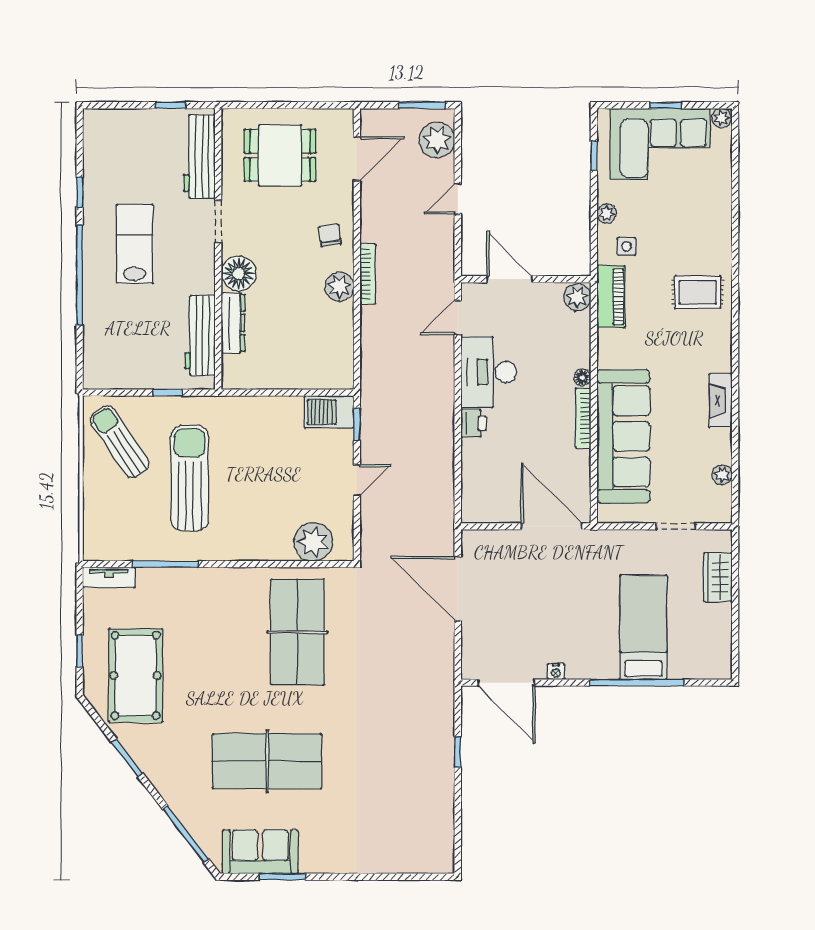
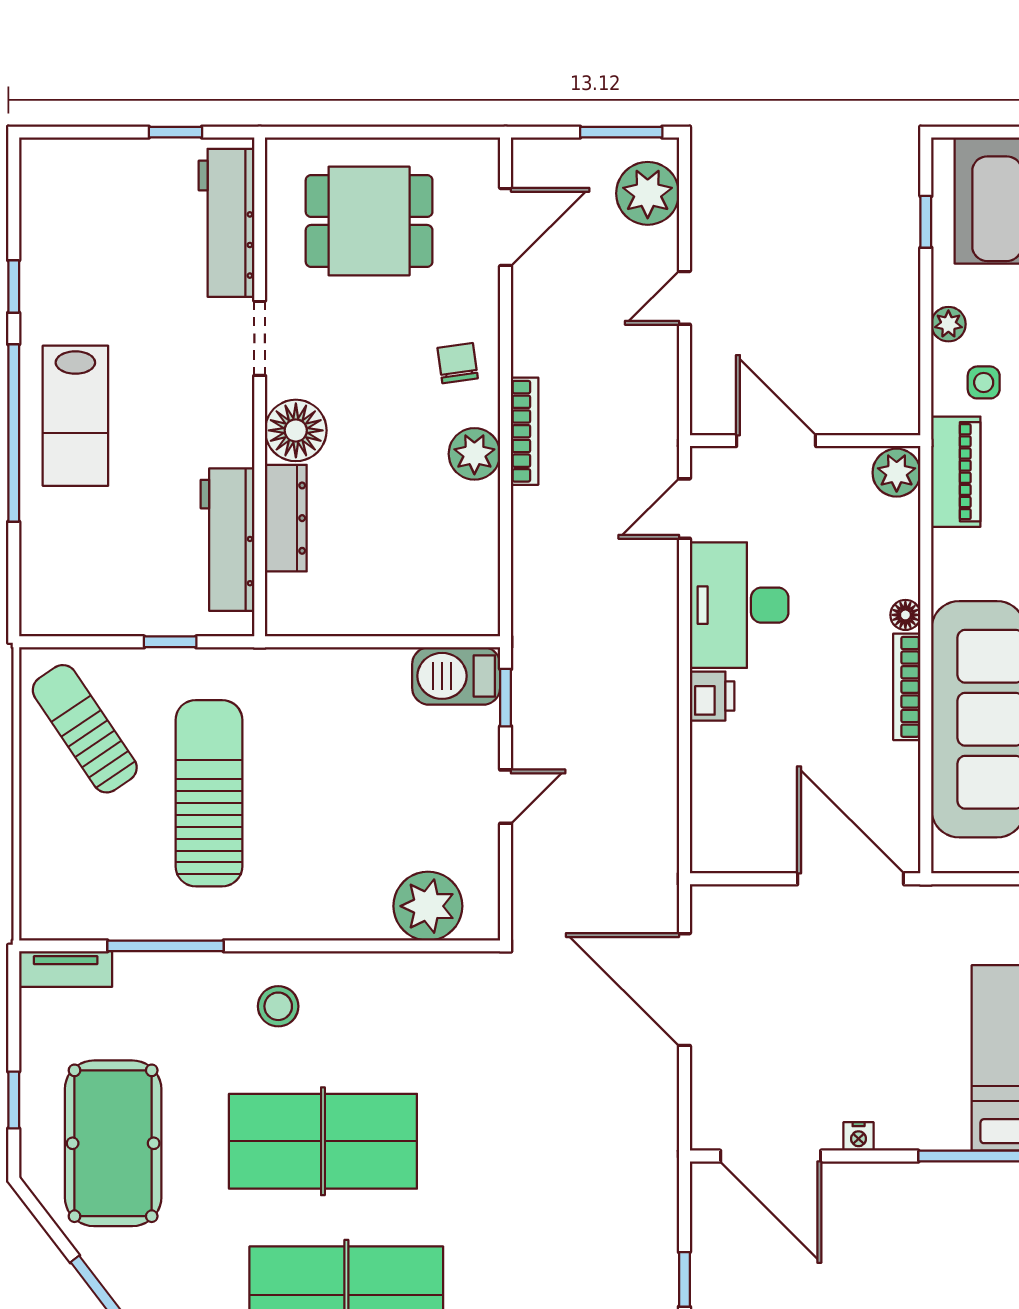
lab bench: (135, 244) -> (75, 416), moved, turned 180
stool: (229, 598) -> (278, 1006), added
table tennis table: (297, 632) -> (323, 1141), moved, turned 90

